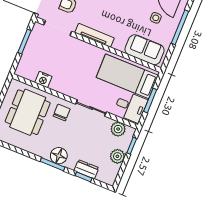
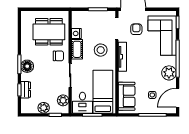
stool: (76, 58) -> (101, 50), added
cot: (63, 87) -> (77, 49), added

